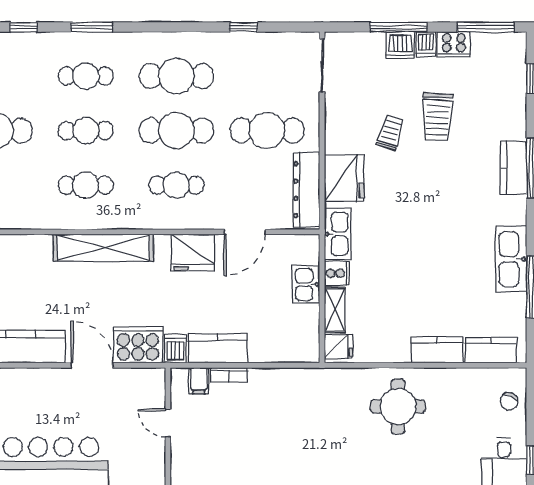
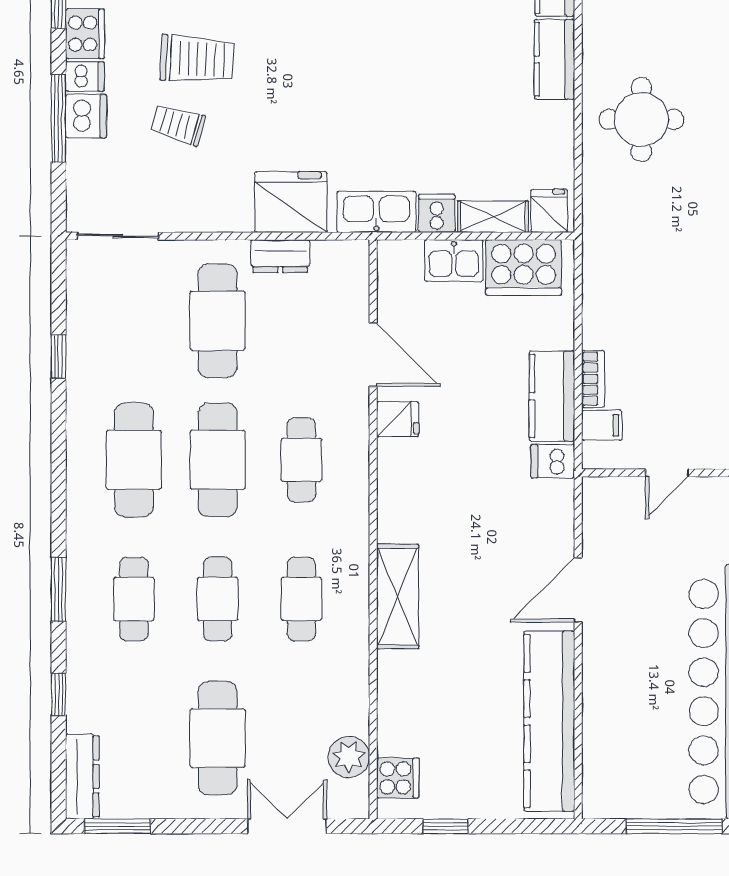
trolley: (390, 132) -> (178, 125), moved
dresser: (306, 190) -> (280, 256), width x0.51, depth x0.80
shelving: (103, 248) -> (398, 597), width x0.68
fridge: (193, 252) -> (398, 419), width x0.53, depth x0.75
cooker: (138, 345) -> (524, 268), moved, turned -90

